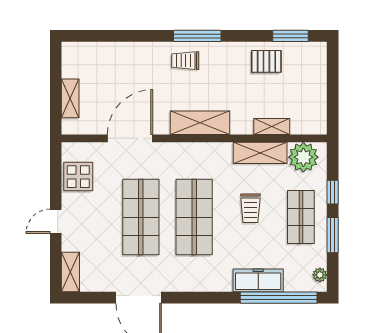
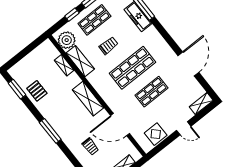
trolley: (185, 61) -> (90, 146), moved
shop shelf: (141, 217) -> (151, 92), width x0.70, depth x0.74

